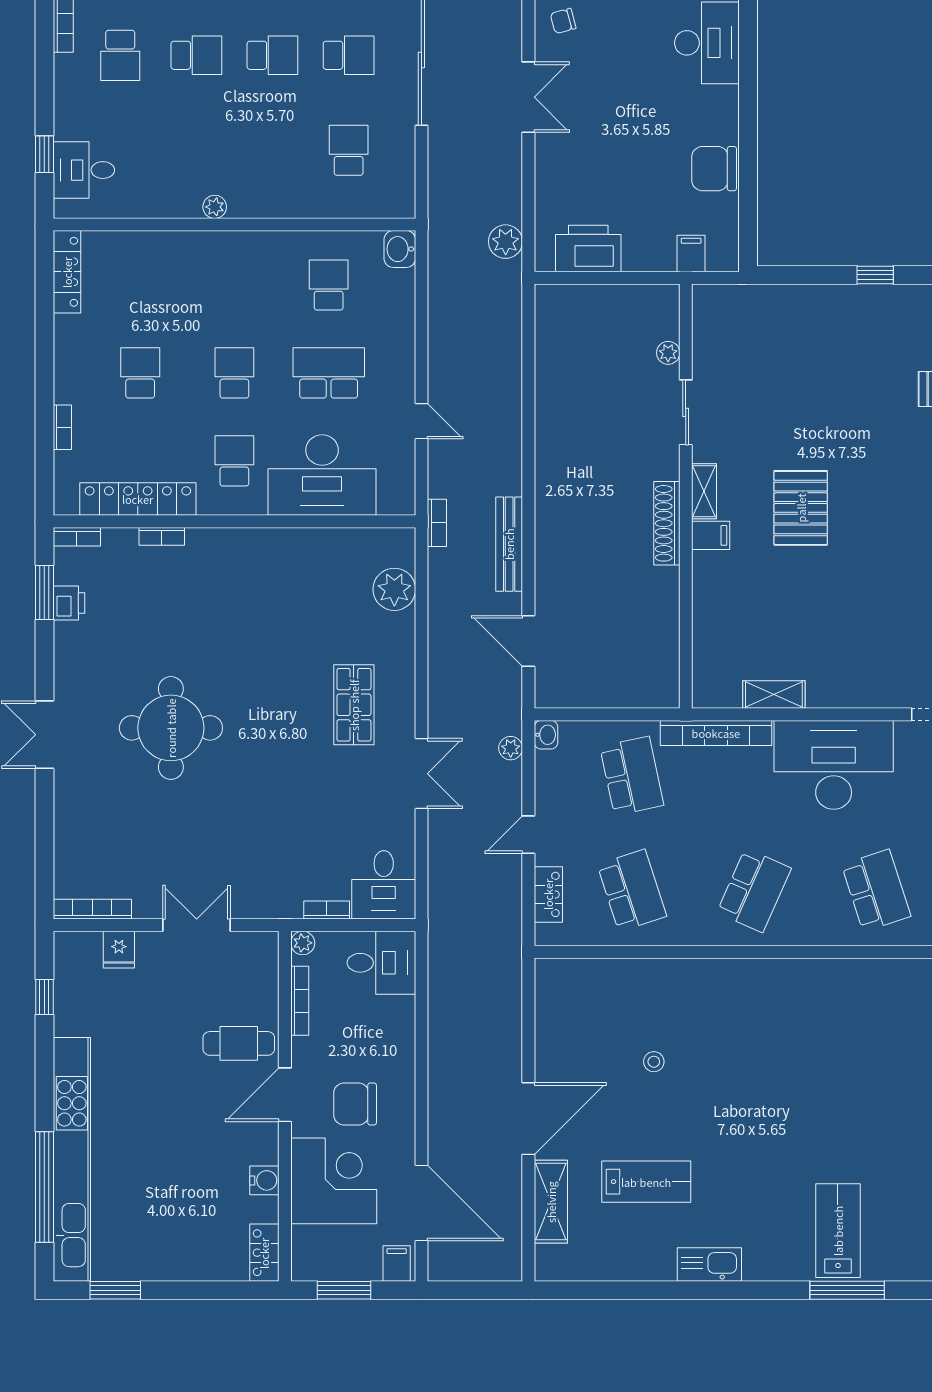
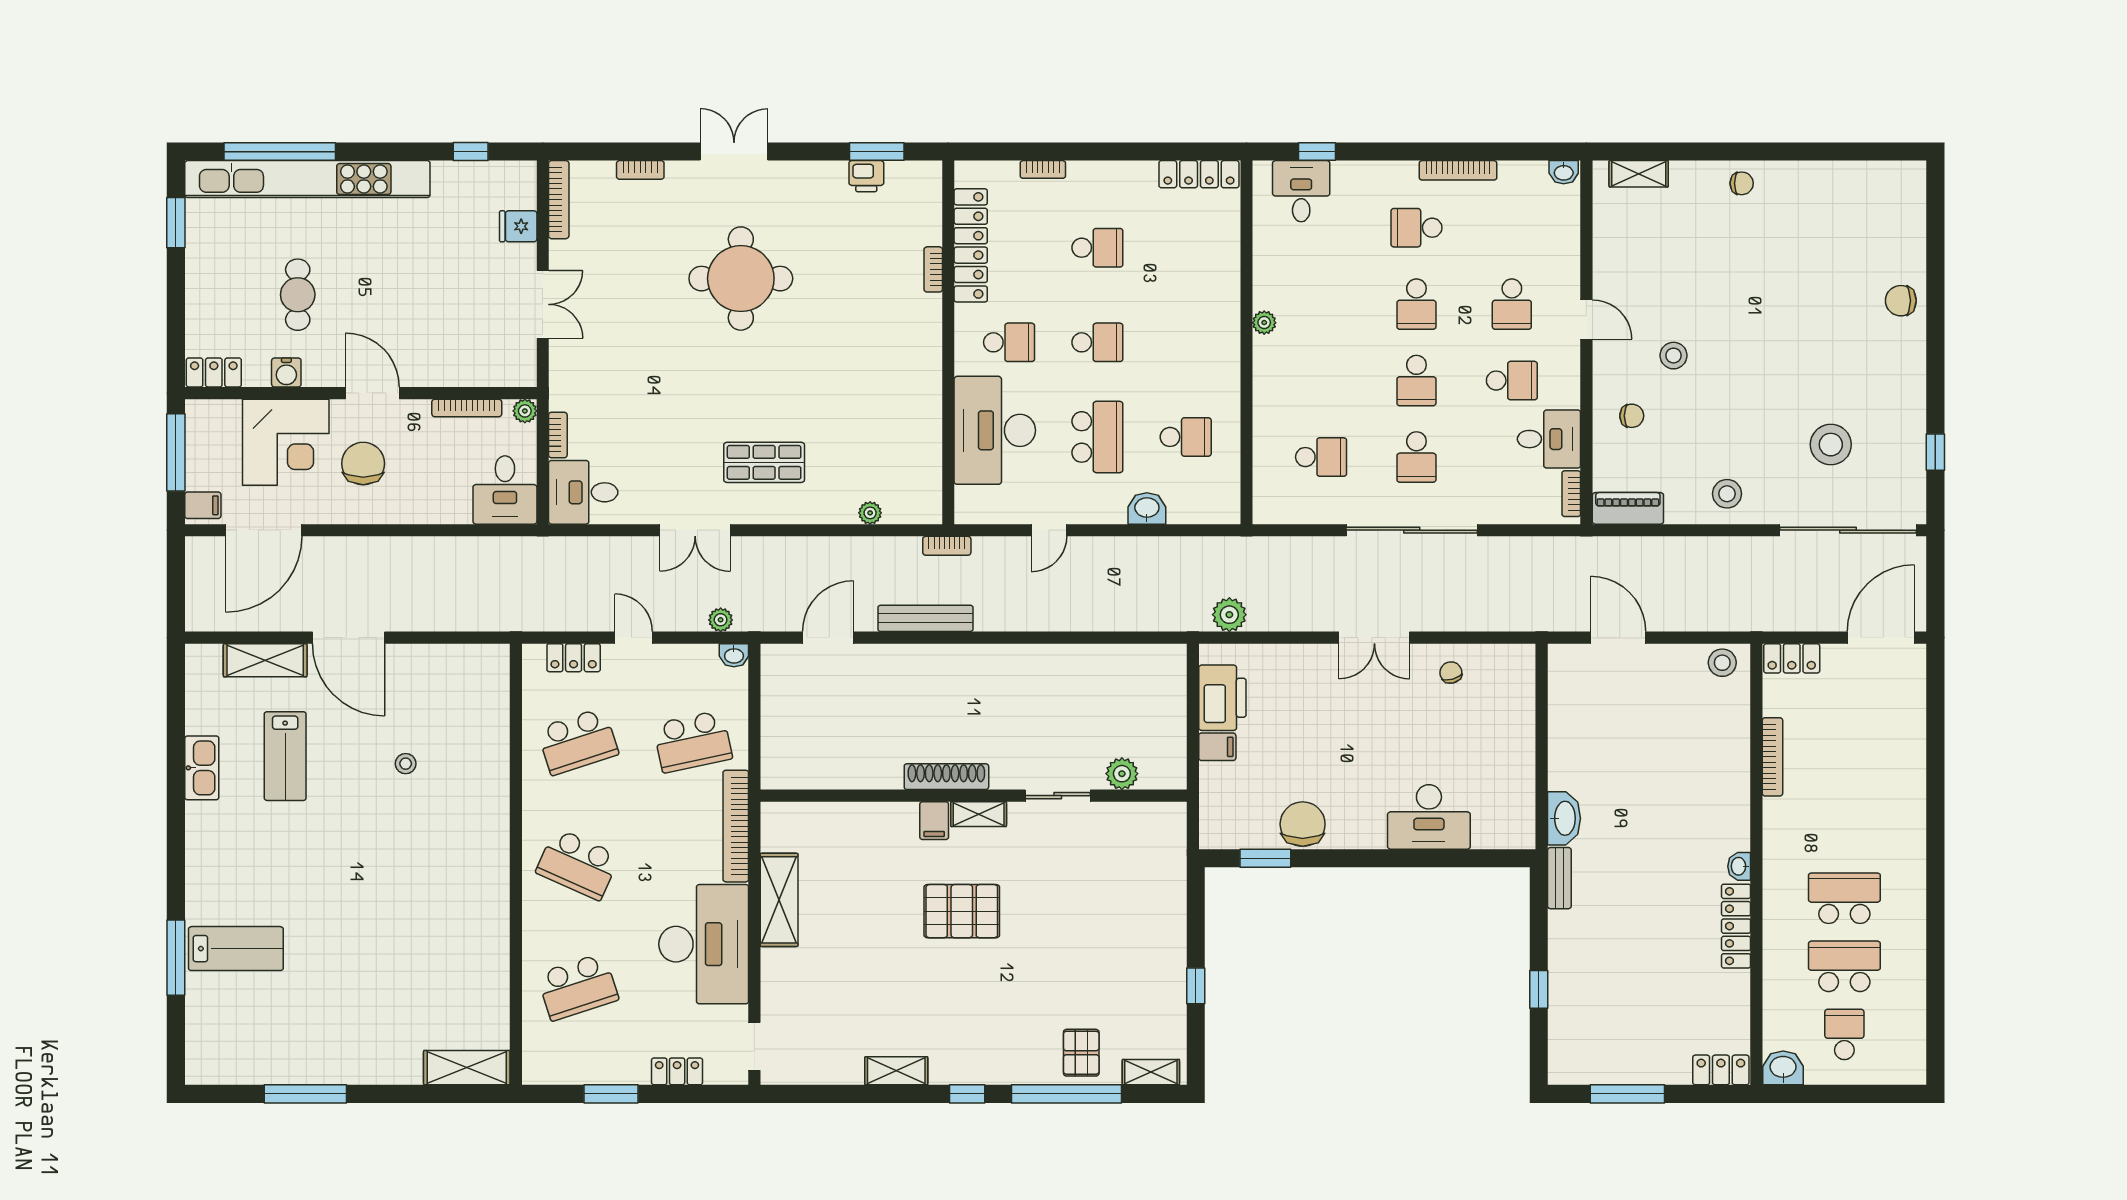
window: (748, 206) -> (1265, 858), added
washbasin: (400, 249) -> (1147, 508), moved
filing cabinet: (691, 254) -> (1217, 747), moved
plant: (668, 353) -> (1122, 774), width x1.38, depth x1.38
bookcase: (77, 537) -> (640, 170), moved, turned -90
plant: (394, 589) -> (870, 513), width x0.53, depth x0.53
shelving: (774, 694) -> (779, 900), width x1.50, depth x1.33
cafe table: (239, 1043) -> (298, 295), moved
kitchen sink: (709, 1265) -> (202, 768), moved
window: (344, 1290) -> (176, 452), width x1.44

